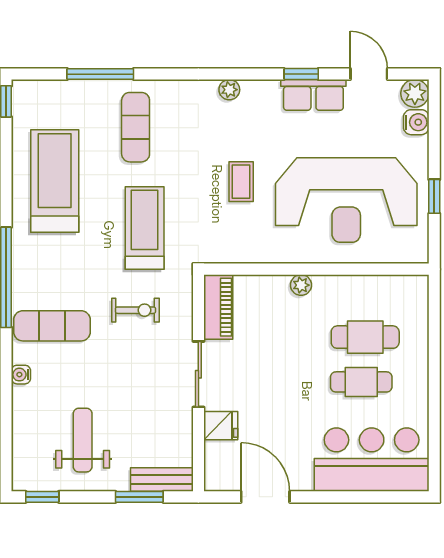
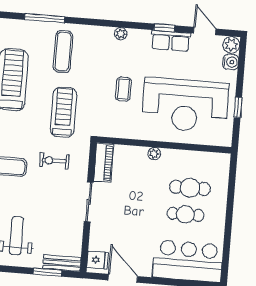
exercise bike: (135, 310) -> (54, 161), turned 180
fridge: (221, 426) -> (97, 260), moved

